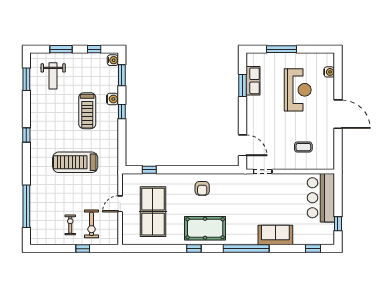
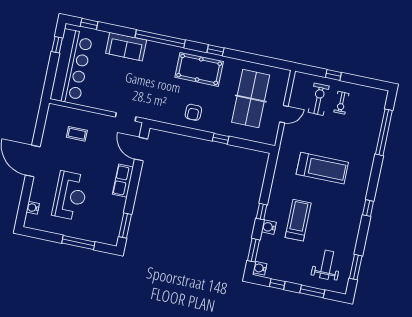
row of seats: (253, 81) -> (123, 181), moved
window: (242, 86) -> (125, 225), moved
reception desk: (298, 90) -> (70, 196), turned 180
window: (149, 170) -> (221, 139), moved
armchair: (202, 188) -> (193, 112), turned 180
bar counter: (321, 198) -> (71, 67), width x1.36

